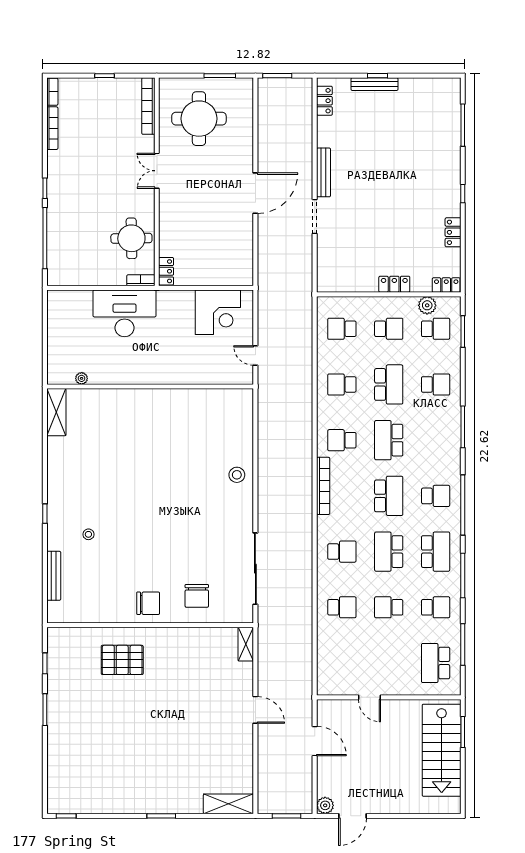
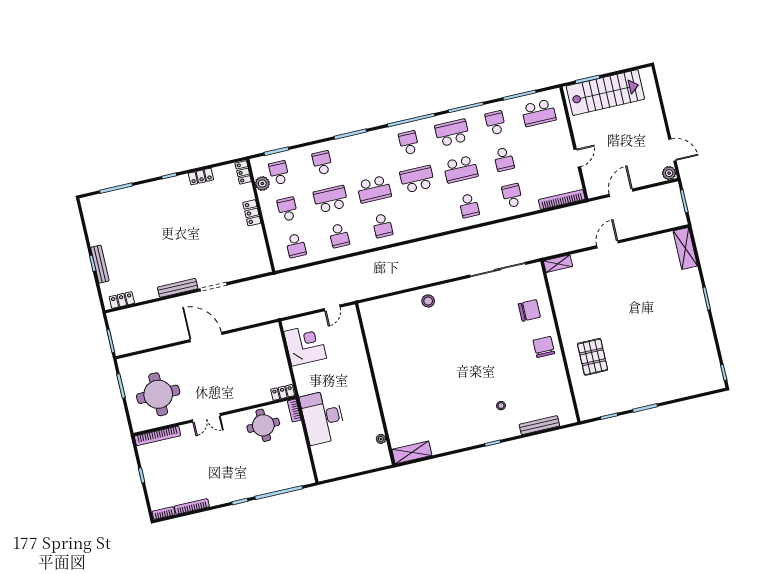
bookcase: (323, 486) -> (562, 199), moved
school desk: (342, 552) -> (469, 206), turned 180

